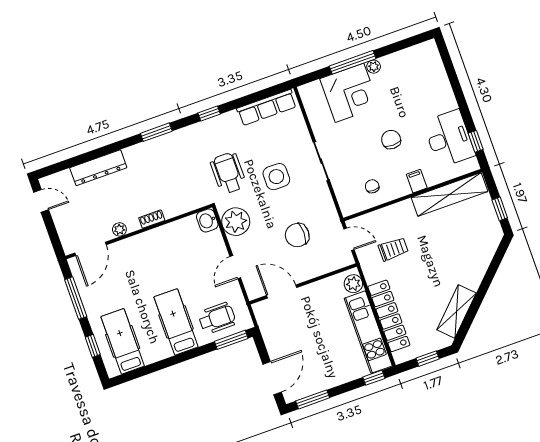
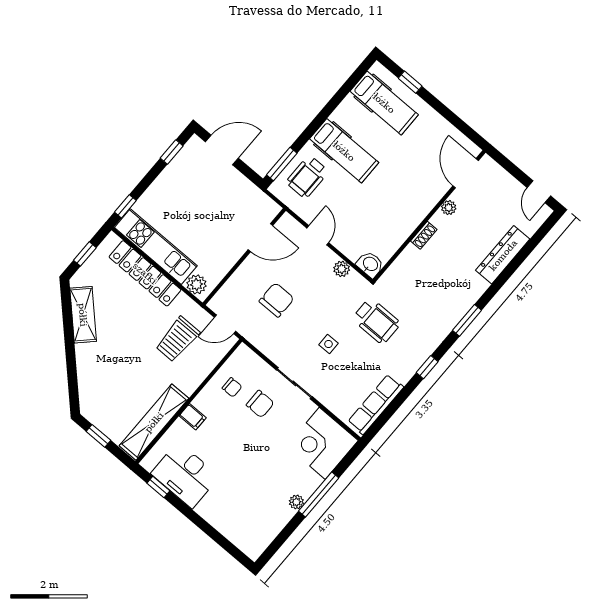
corner desk: (350, 93) -> (322, 443), moved
chair: (391, 140) -> (260, 404), moved
side table: (276, 177) -> (328, 344), width x0.54, depth x0.54
door: (41, 201) -> (539, 192), hinge flipped
plant: (236, 222) -> (342, 269), width x0.53, depth x0.53
trolley: (393, 249) -> (178, 339), width x1.36, depth x1.39
window: (76, 298) -> (453, 118), removed
door: (272, 378) -> (222, 150), swing flipped
window: (313, 399) -> (172, 152), width x0.67

